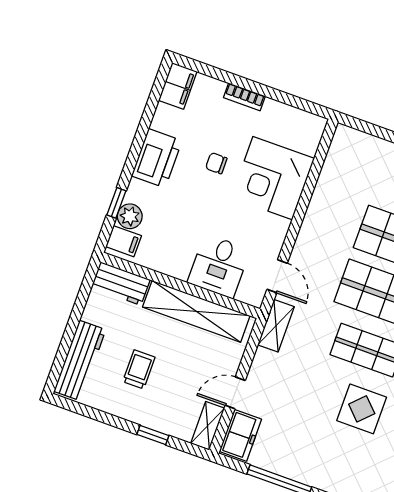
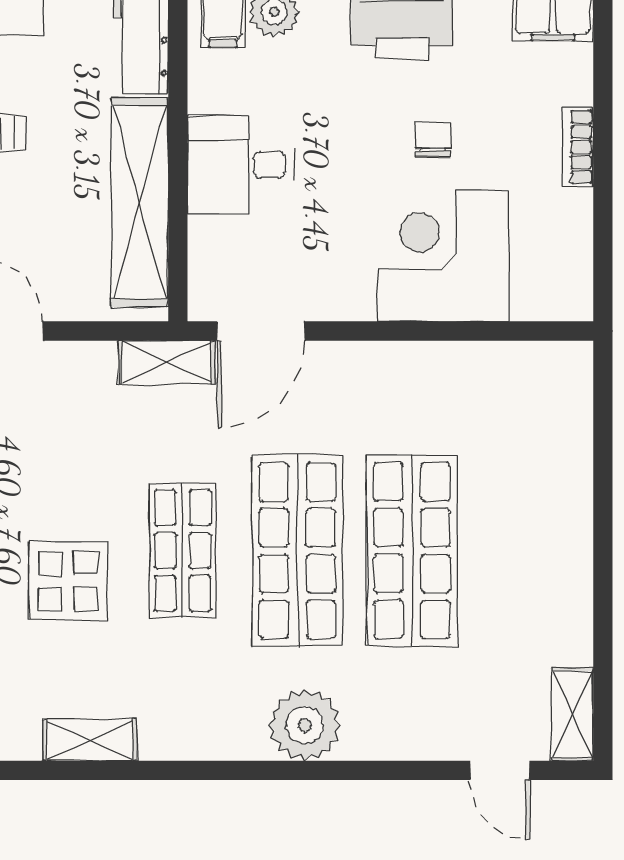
desk: (219, 266) -> (240, 165), moved
door: (277, 276) -> (261, 331), width x1.38

